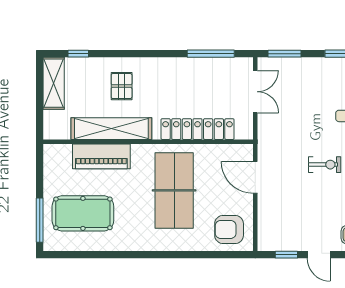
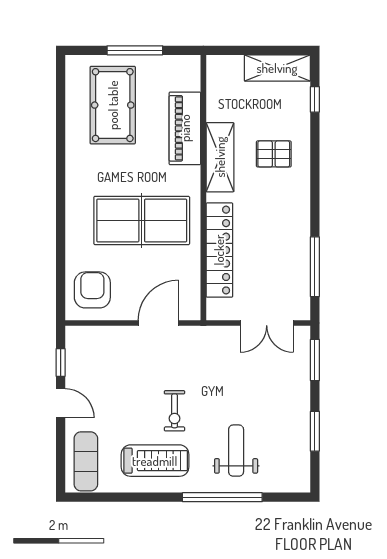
shelving: (111, 129) -> (220, 157), width x0.68
window: (40, 220) -> (135, 50), moved
door: (319, 255) -> (61, 403), swing flipped

